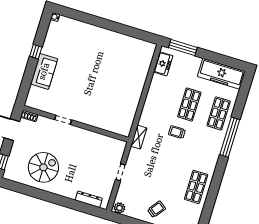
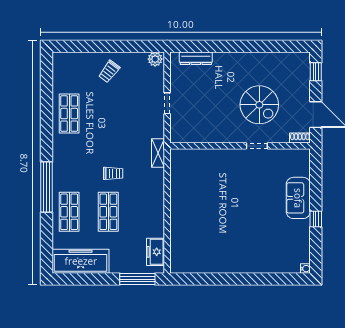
spiral stairs: (43, 167) -> (259, 105), moved, turned -90

